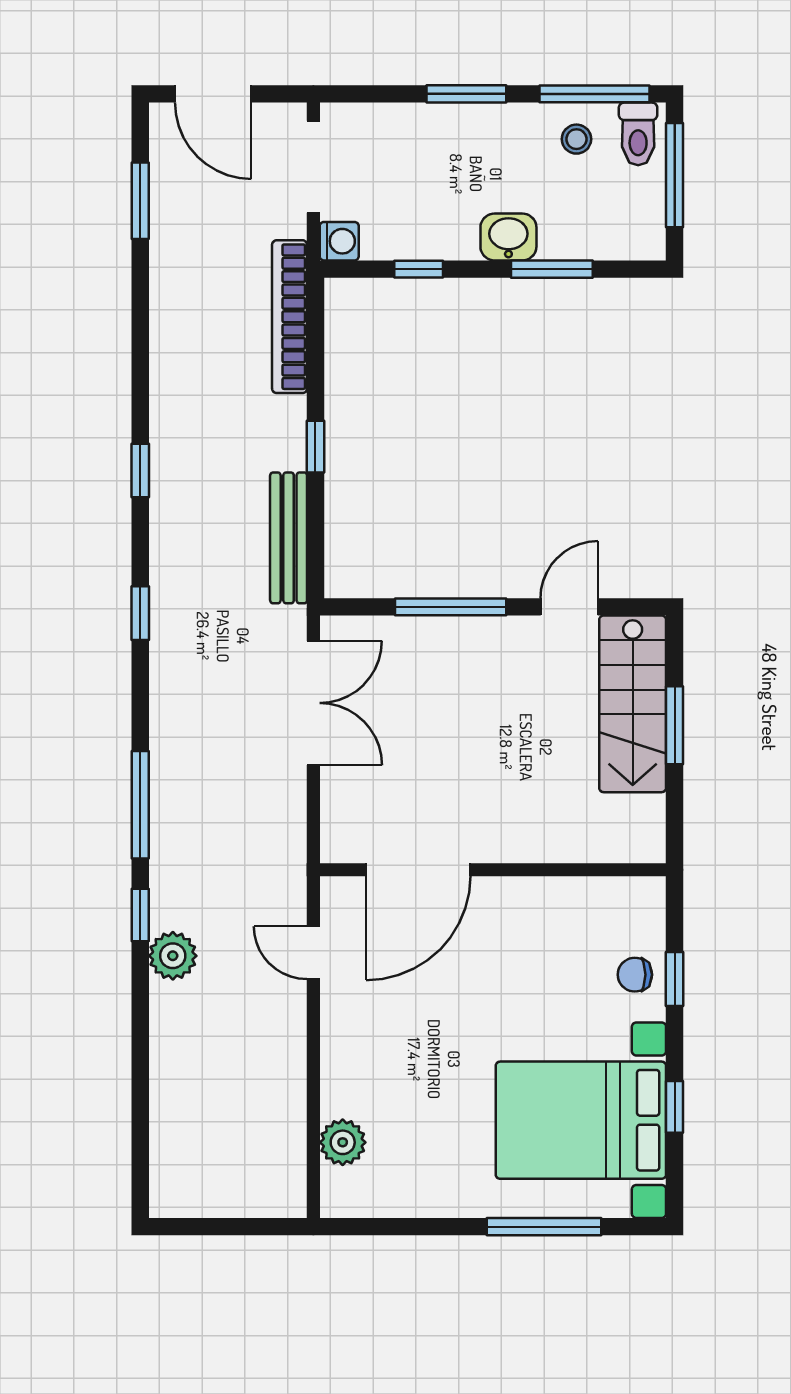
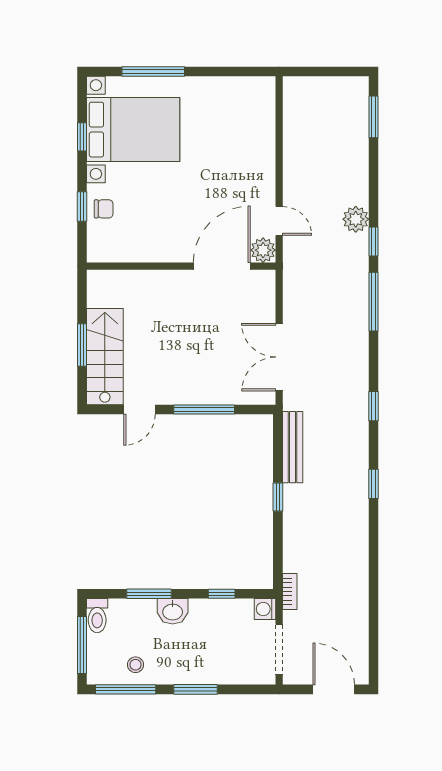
toilet: (638, 134) -> (97, 616), moved, turned 180
window: (140, 201) -> (373, 117), moved
bookcase: (290, 317) -> (290, 592), width x0.43, depth x0.76
plant: (343, 1142) -> (263, 250), moved

